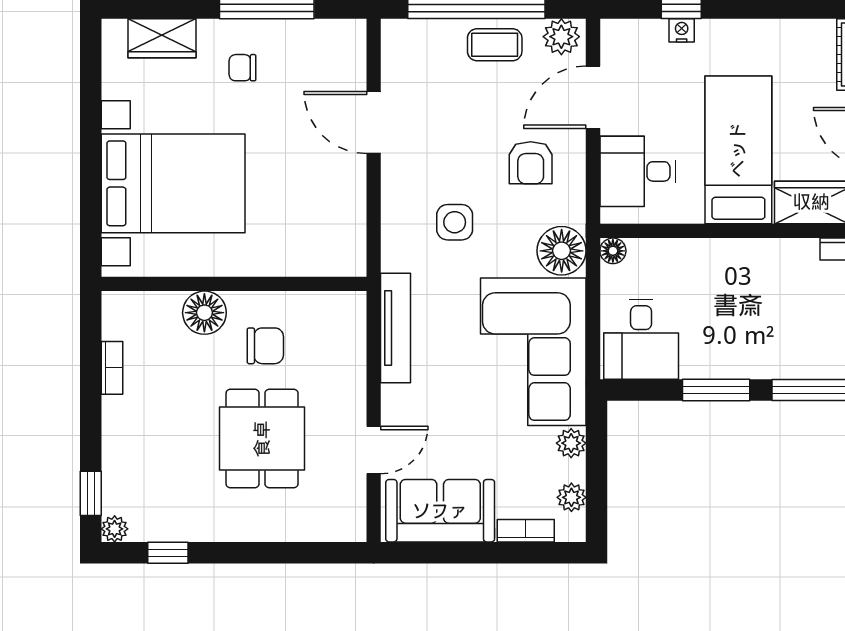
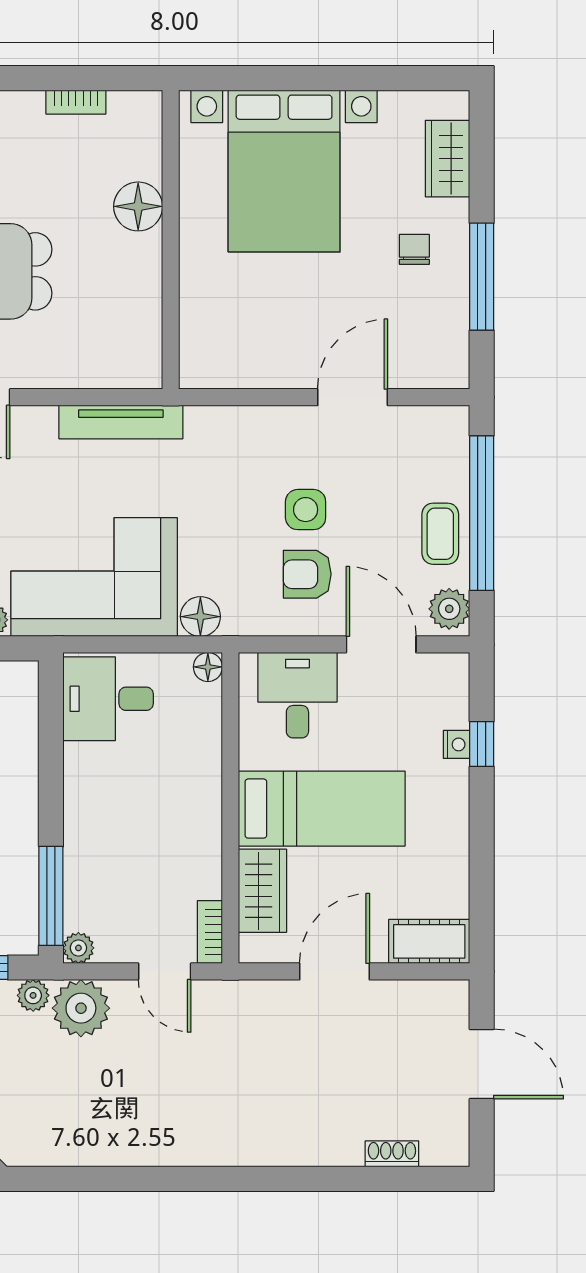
side table: (455, 222) -> (306, 510), moved
floor lamp: (562, 251) -> (200, 617), width x0.73, depth x0.73
chair: (265, 346) -> (101, 275), removed
window: (716, 390) -> (51, 783), removed

